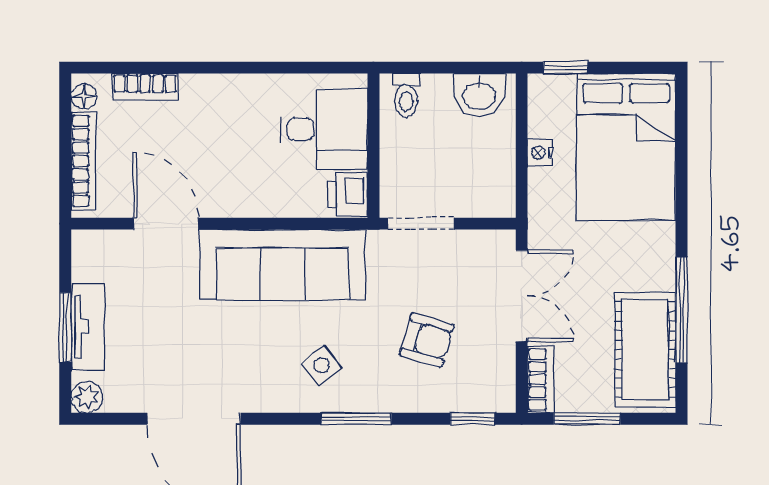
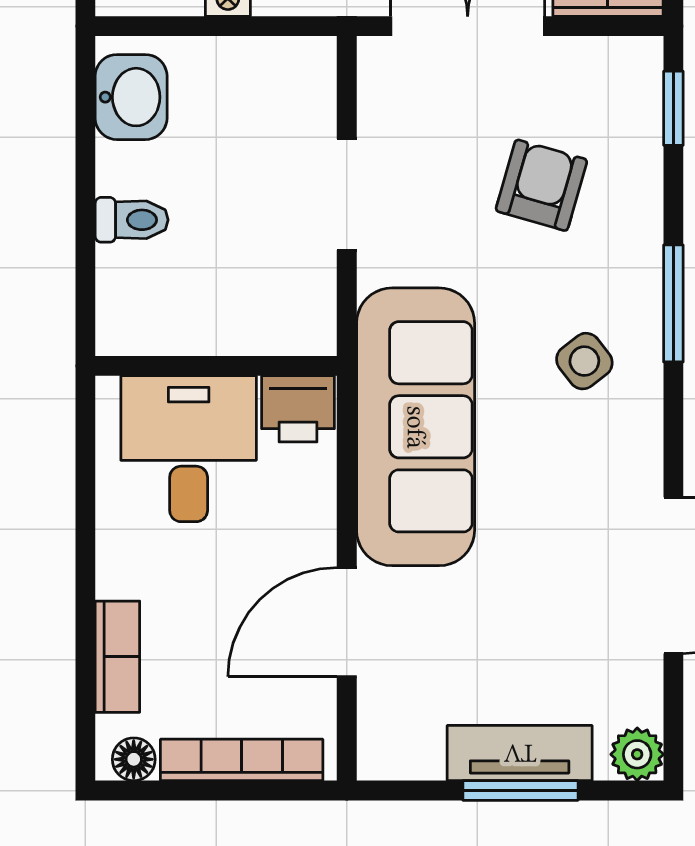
desk: (324, 129) -> (189, 449), moved
wall: (373, 146) -> (216, 366), moved
printer: (348, 195) -> (298, 409), moved

